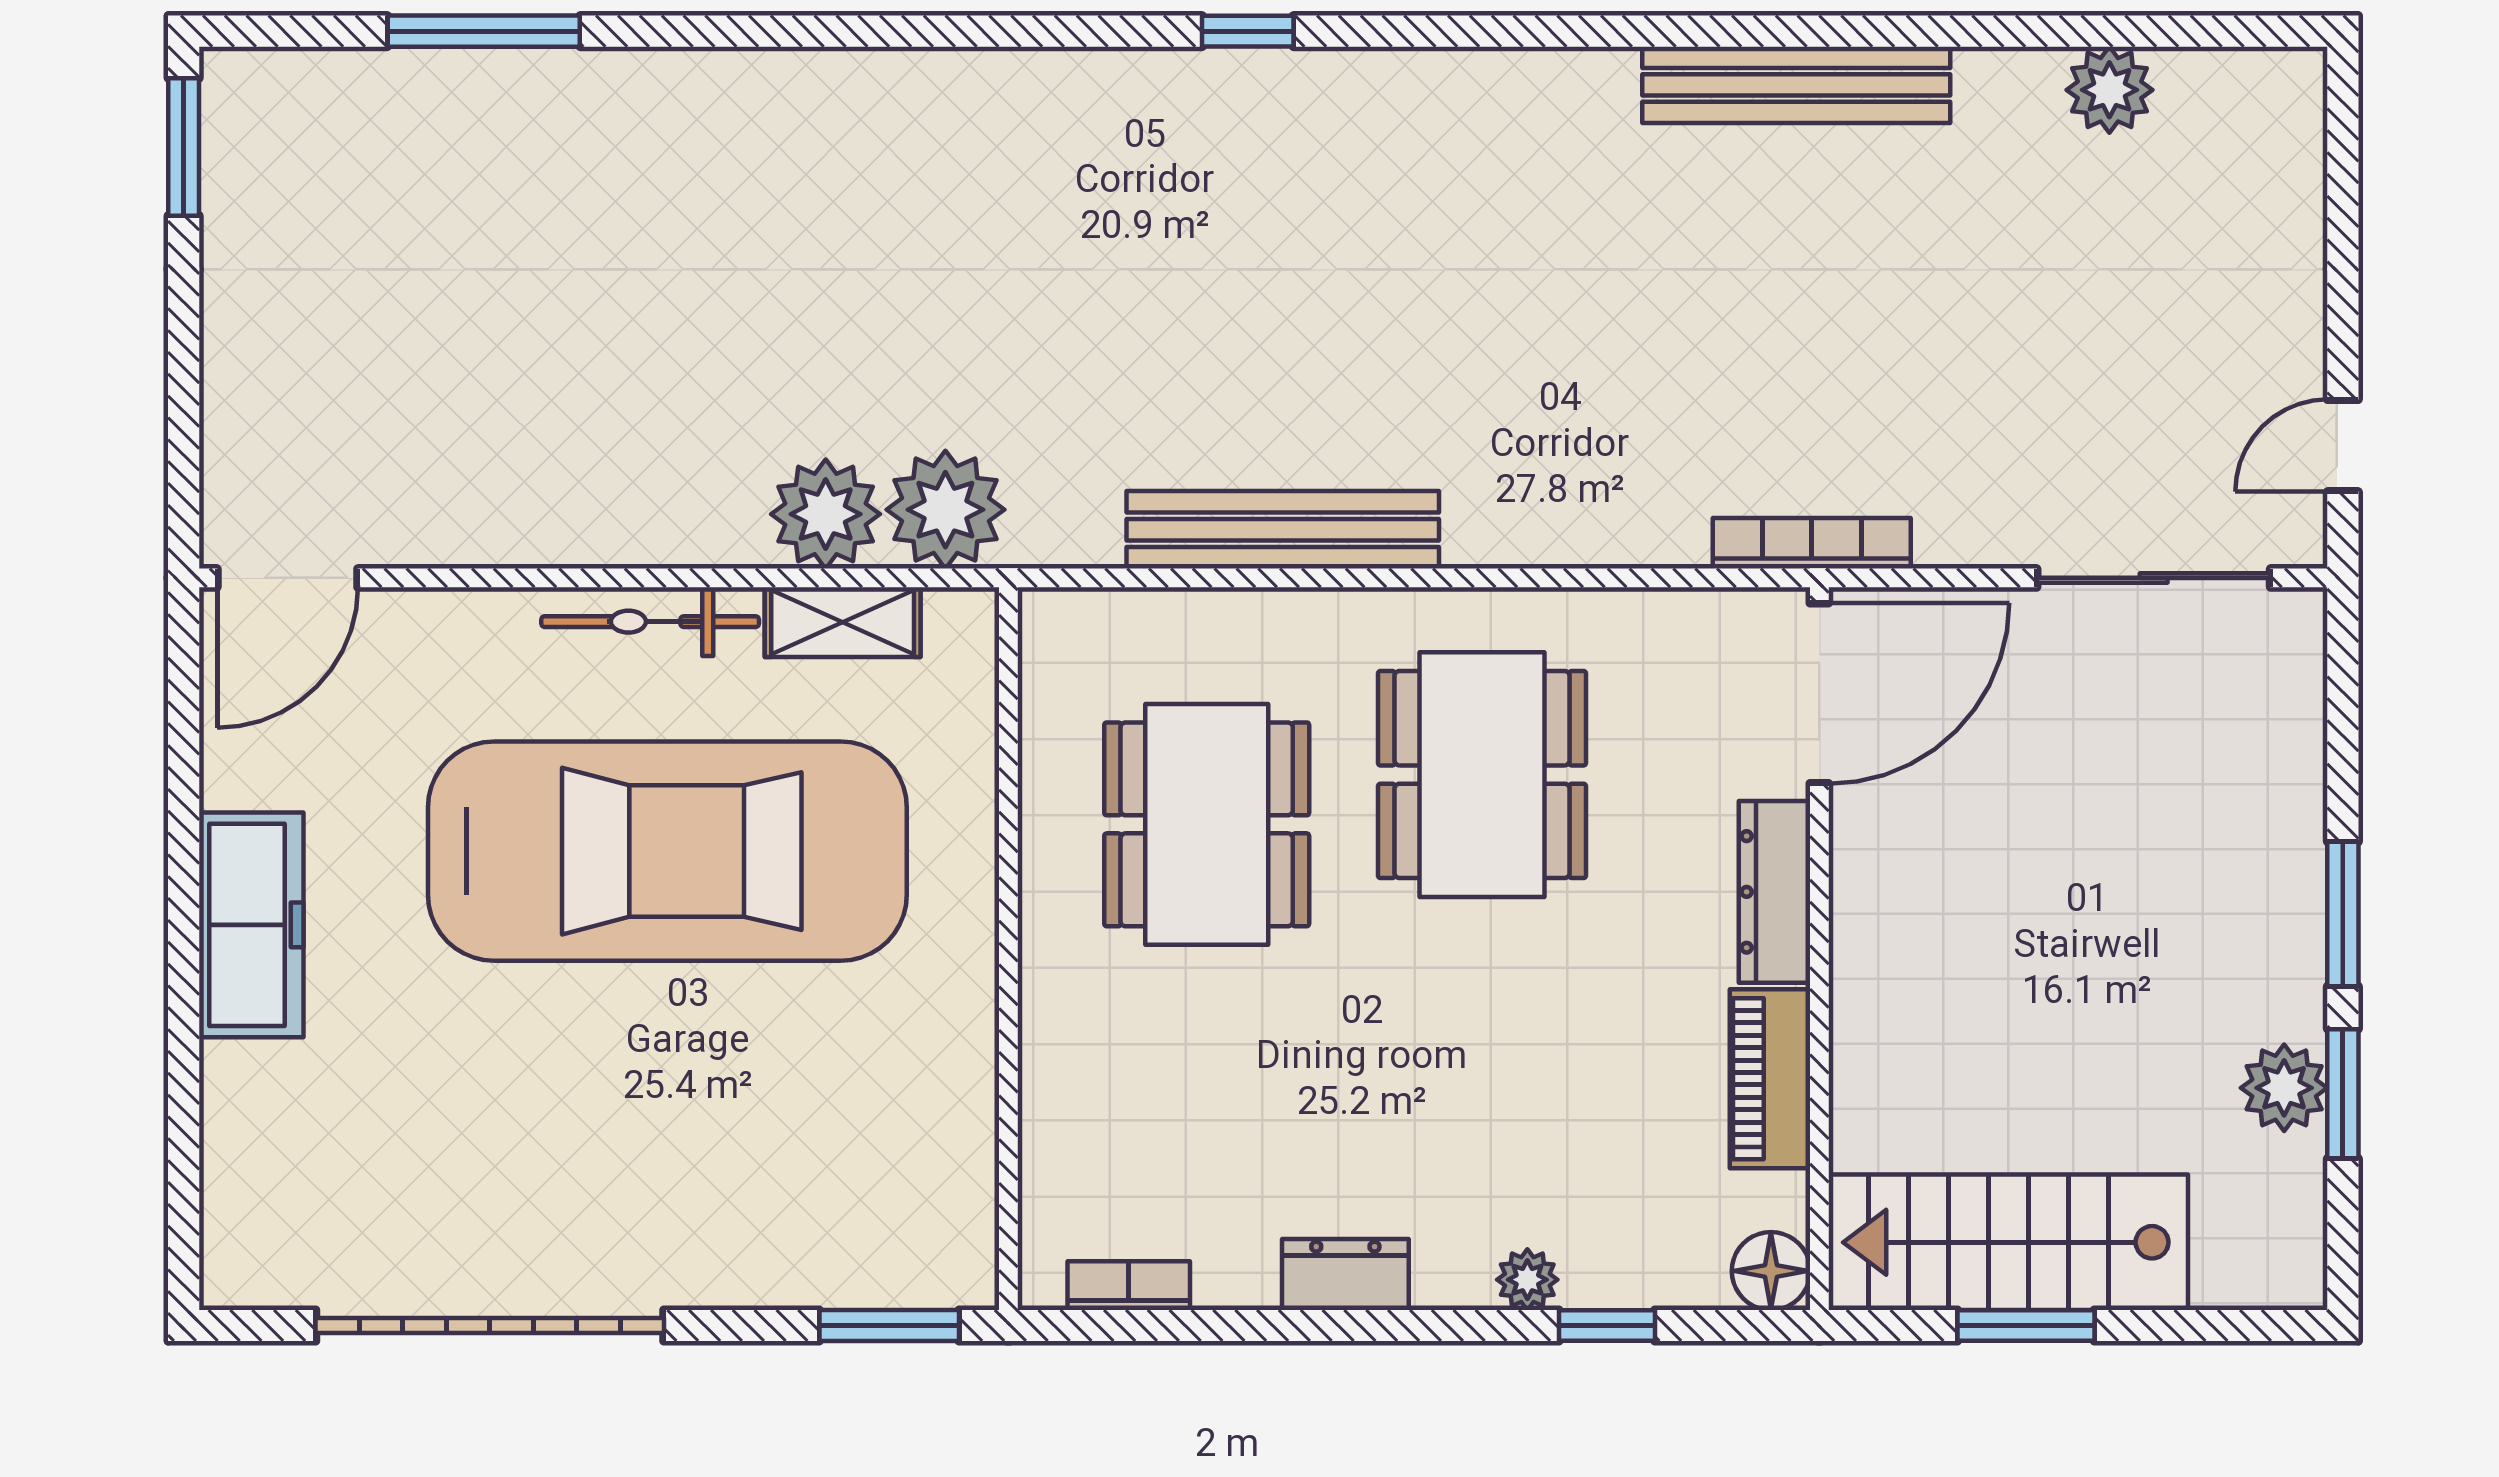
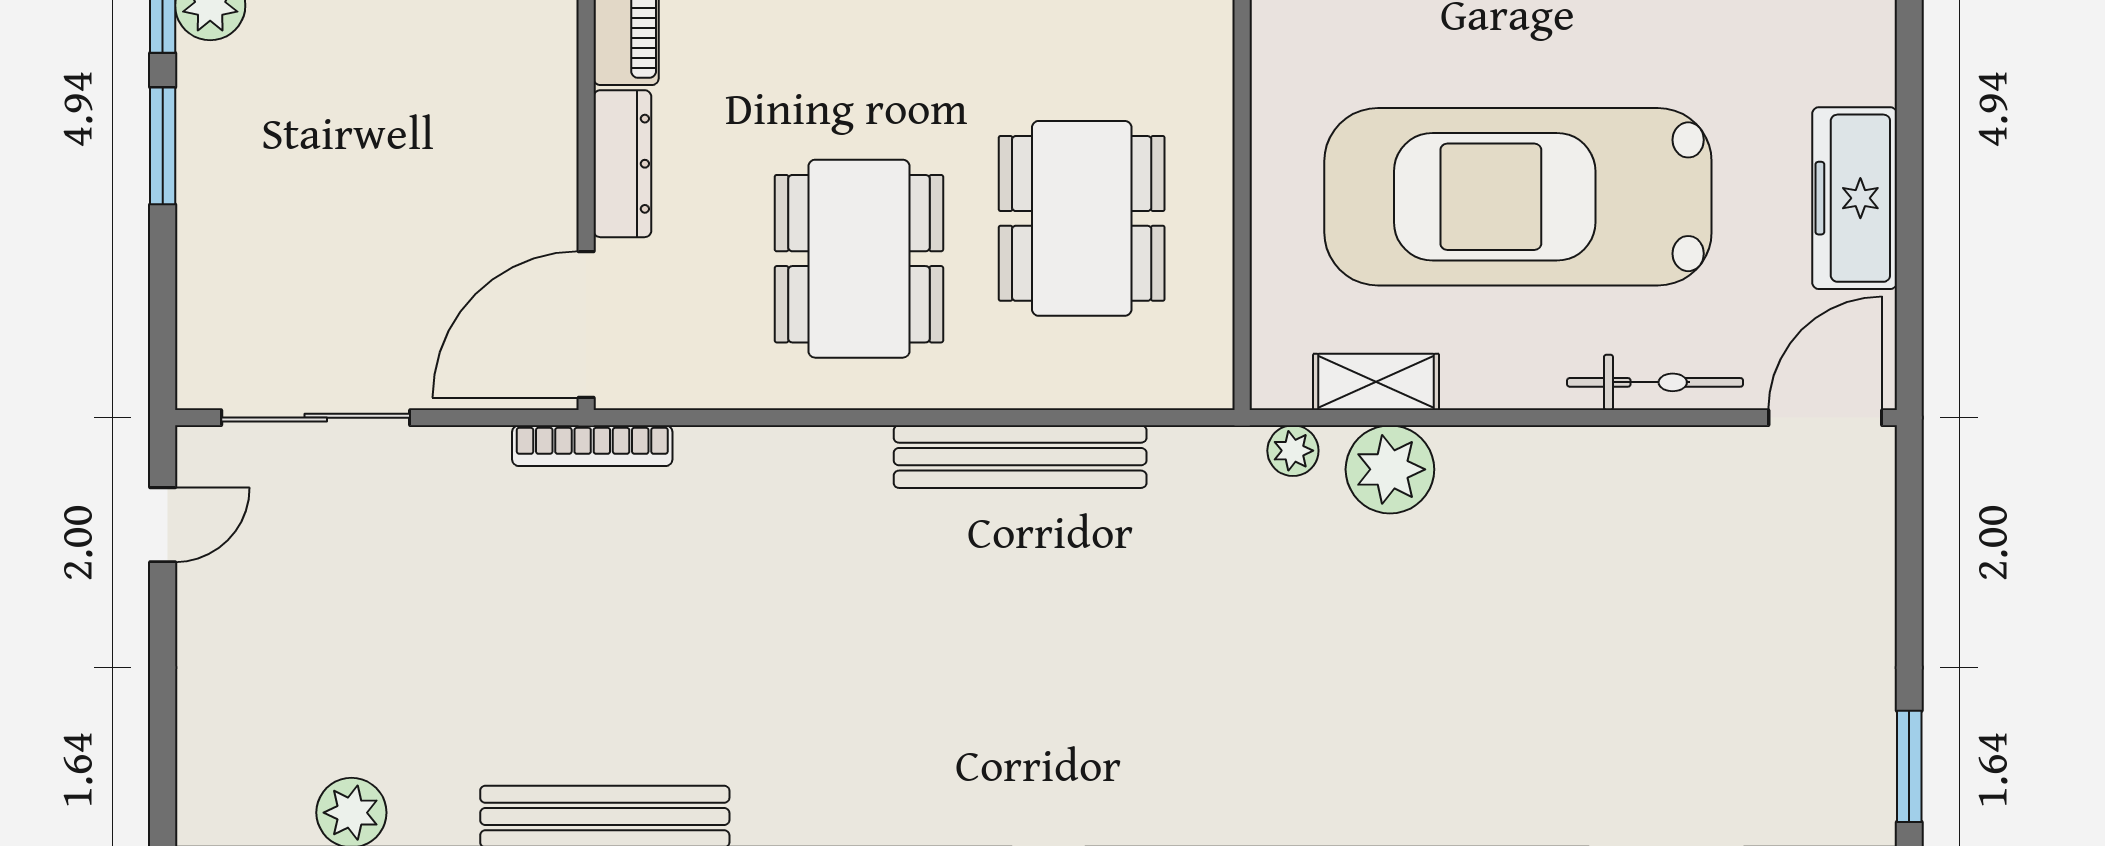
plant: (945, 510) -> (1293, 451), width x0.53, depth x0.53
bicycle: (650, 622) -> (1655, 382), moved
freezer: (251, 925) -> (1855, 198), moved

